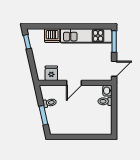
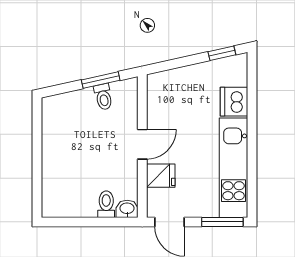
fridge: (51, 73) -> (161, 176), moved
door: (74, 83) -> (142, 144), swing flipped
window: (43, 115) -> (101, 80), moved

